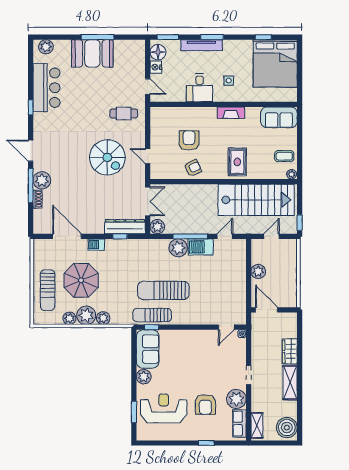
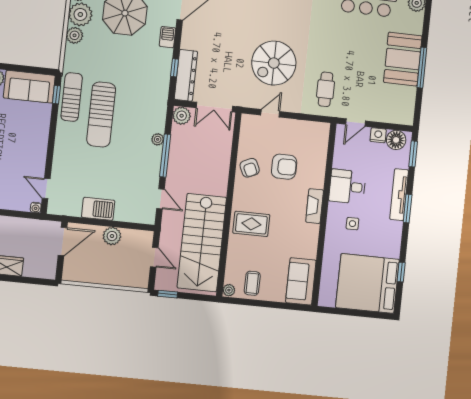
fireplace: (231, 113) -> (315, 206), moved
barbecue: (201, 247) -> (98, 209), moved, turned 90
plant: (178, 248) -> (158, 139), width x0.53, depth x0.53
sun lounger: (163, 290) -> (101, 114), turned 180

